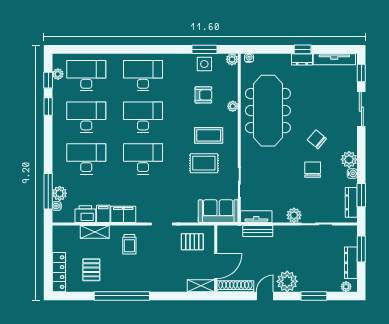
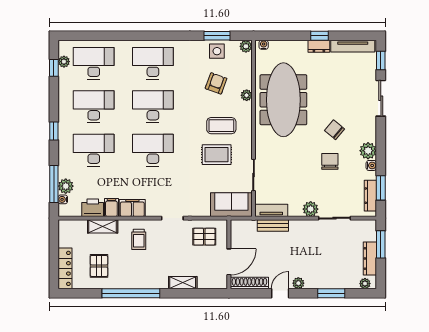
armchair: (203, 95) -> (216, 83), turned -70
window: (48, 106) -> (54, 131), moved
plant: (287, 281) -> (298, 283), width x0.53, depth x0.53
shelving: (201, 286) -> (183, 283), moved

